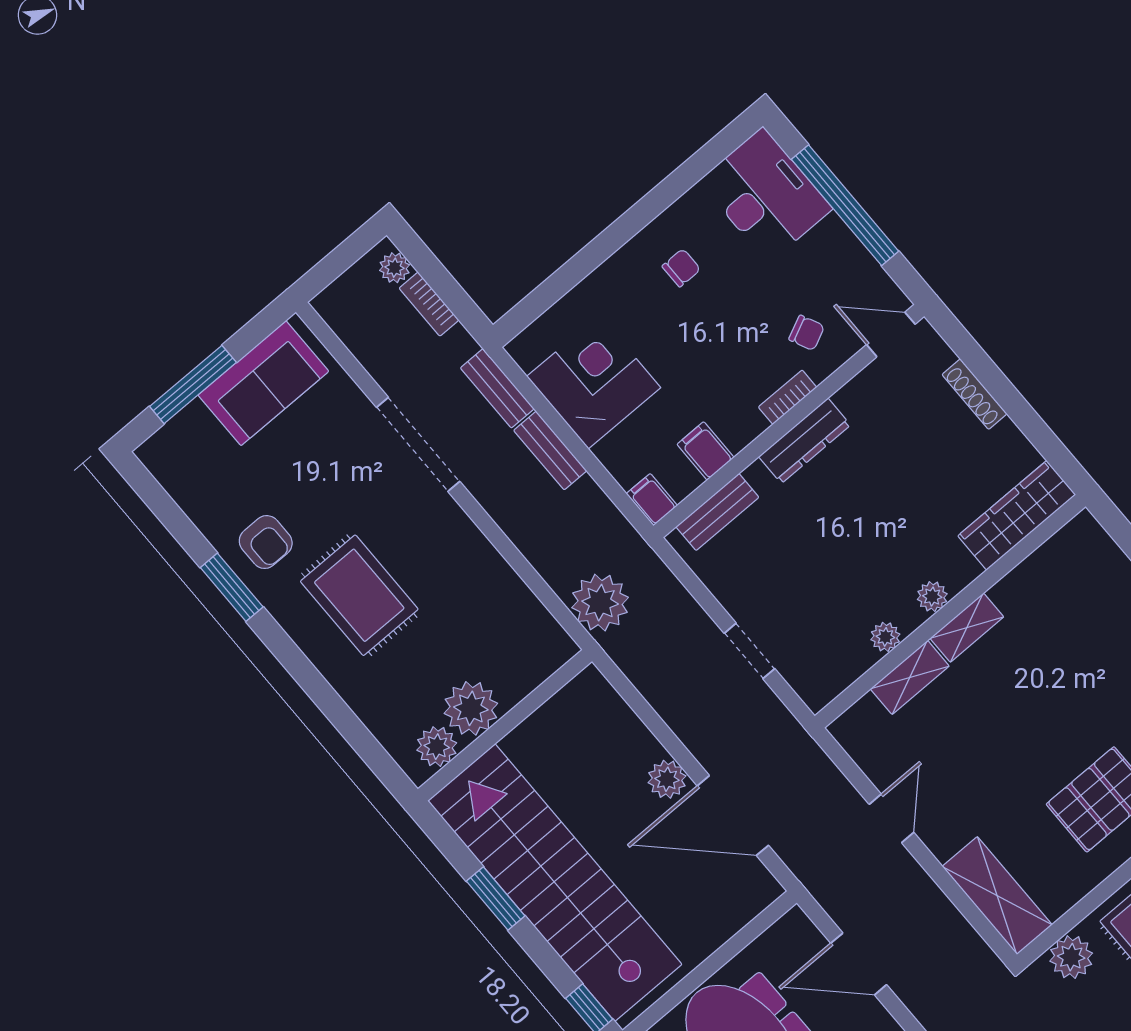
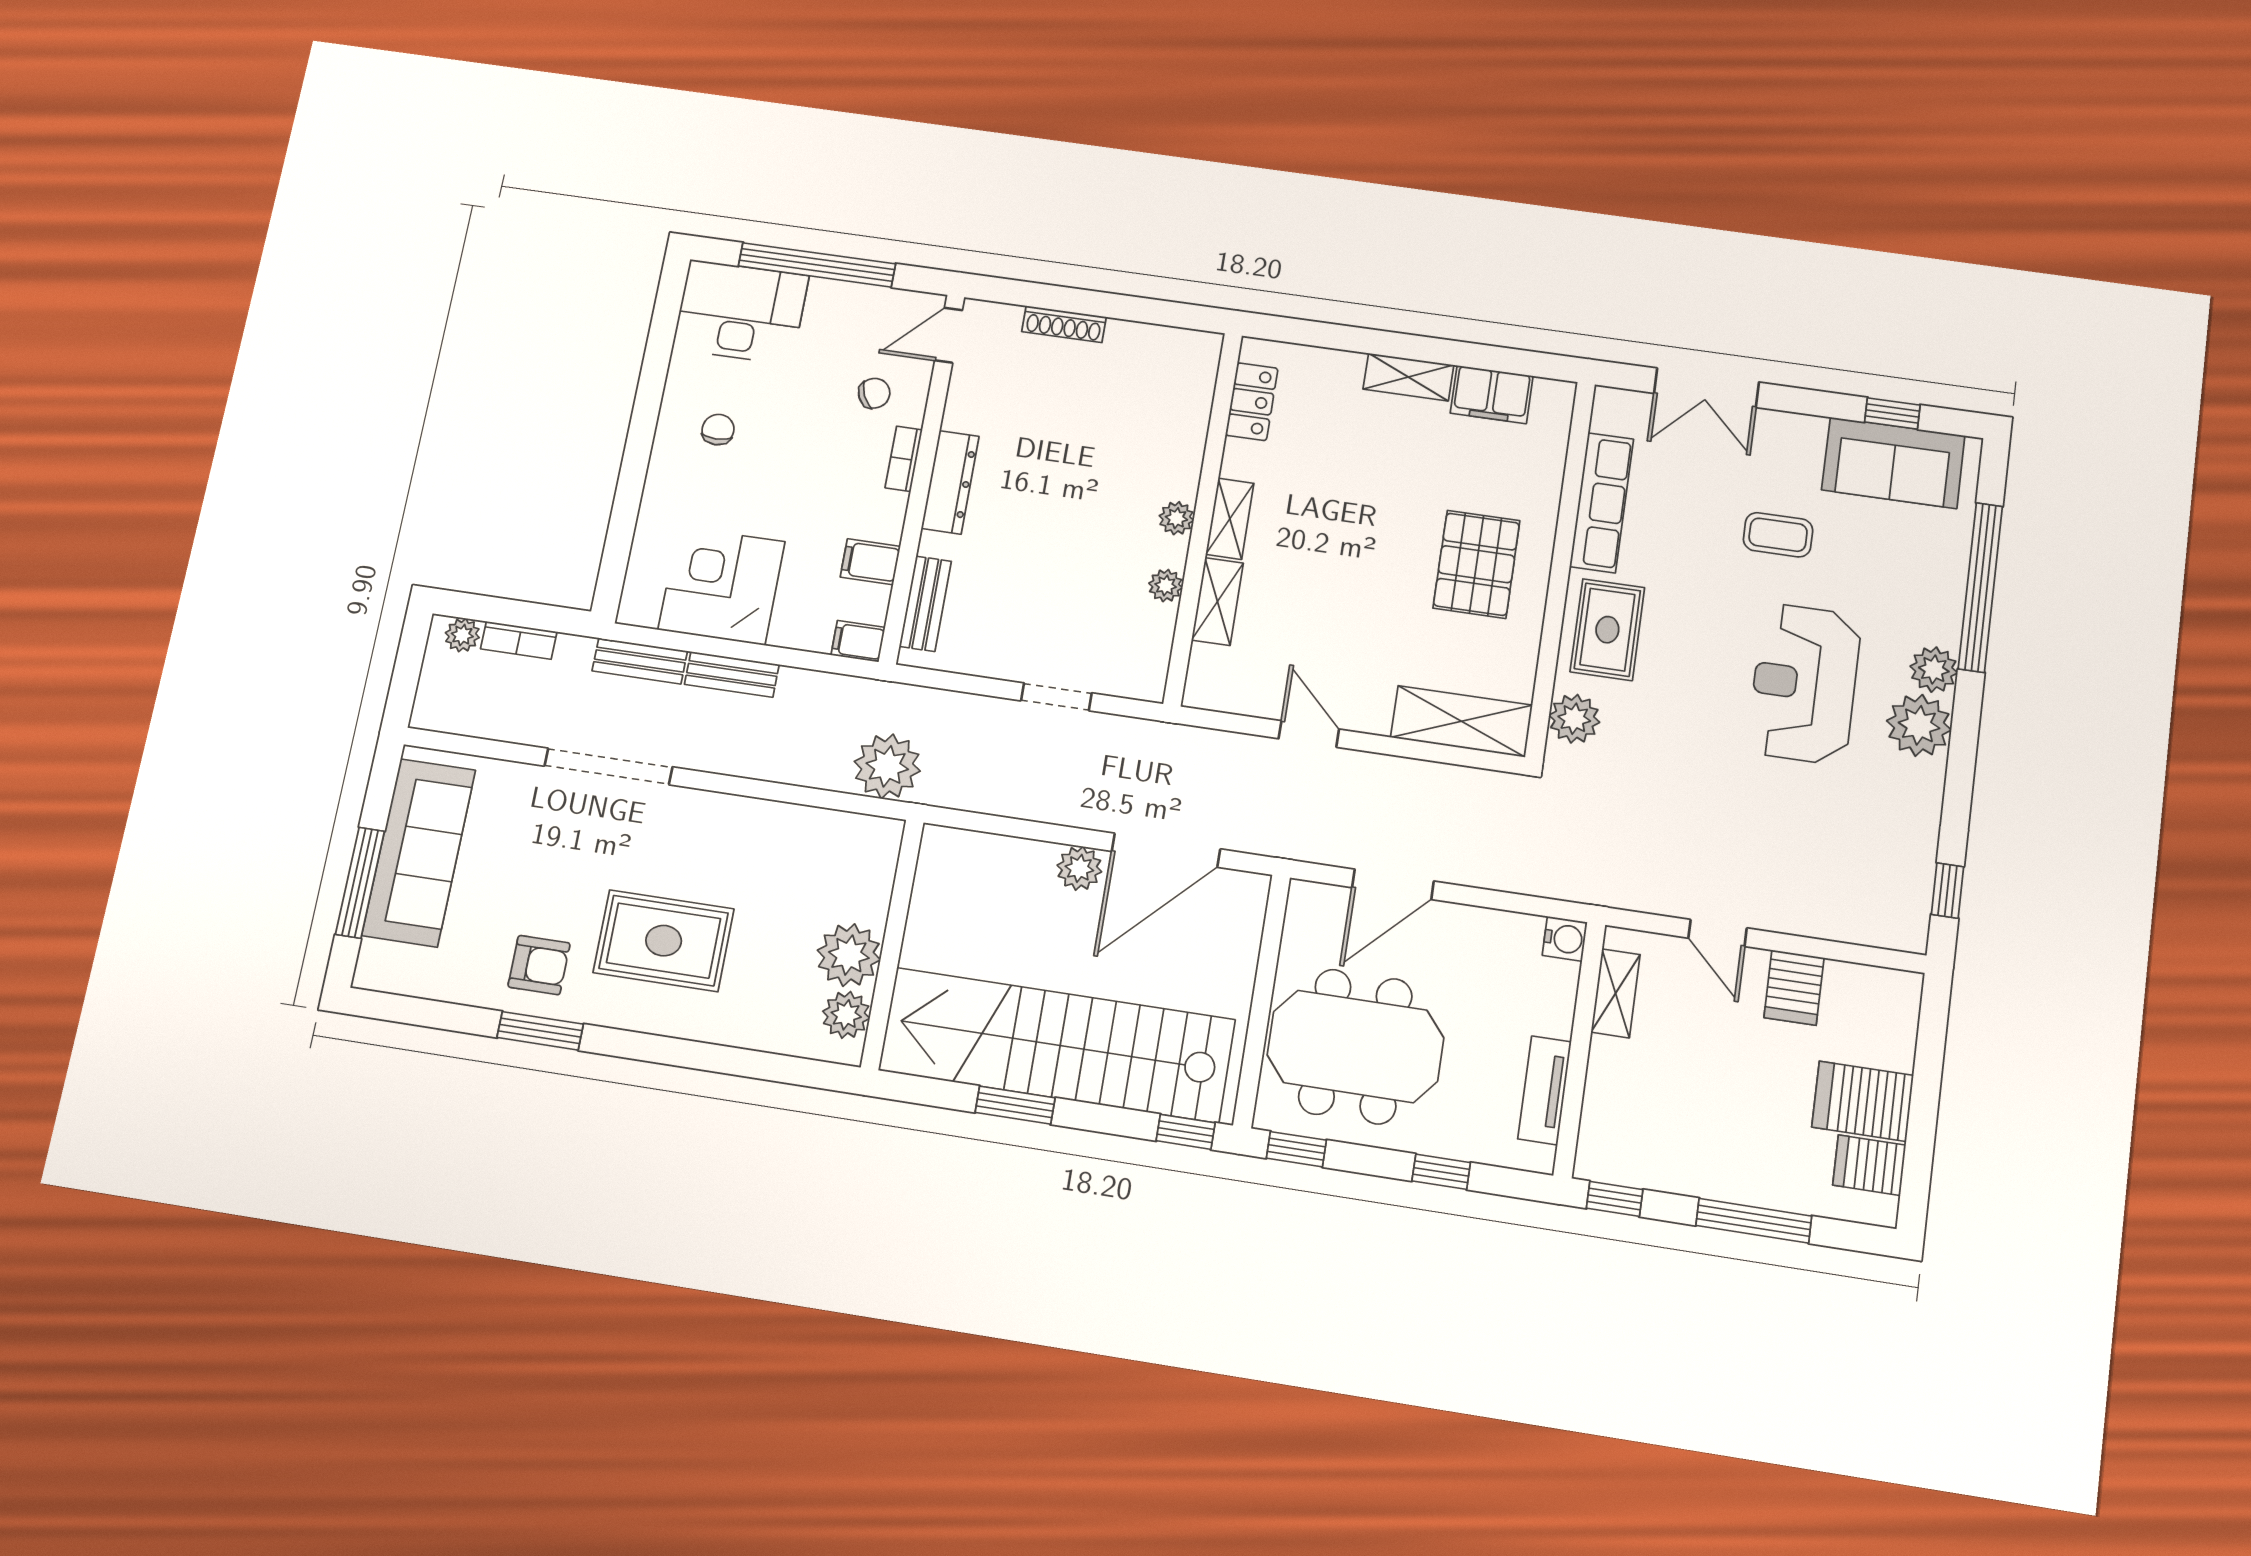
sofa: (263, 383) -> (419, 852), width x1.36
wardrobe: (1017, 515) -> (1189, 392), removed
locker: (1052, 559) -> (1252, 402), added

